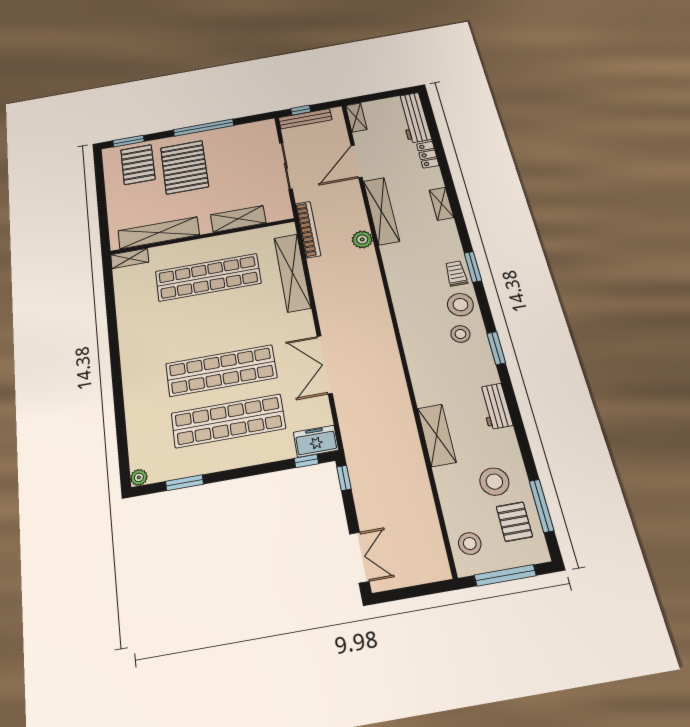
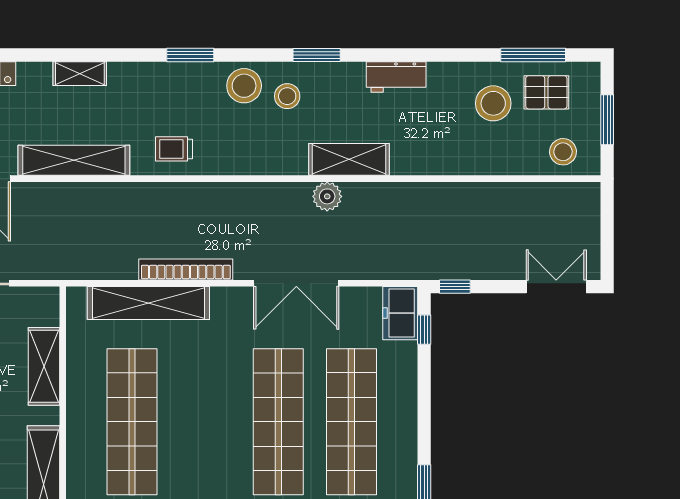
bookcase: (308, 229) -> (186, 269), moved
plant: (362, 239) -> (327, 196), moved
trolley: (456, 274) -> (174, 149), moved
shelving: (437, 435) -> (349, 159), moved
window: (505, 575) -> (607, 120), width x0.69

